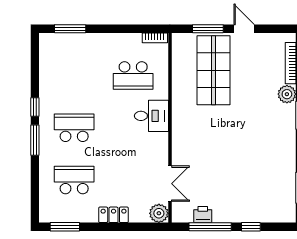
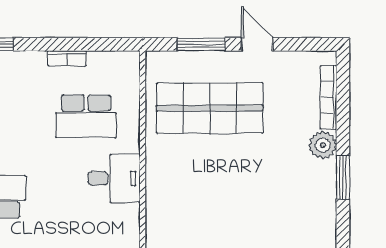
bookcase: (155, 38) -> (67, 58), moved
shop shelf: (213, 70) -> (210, 108), turned 90

